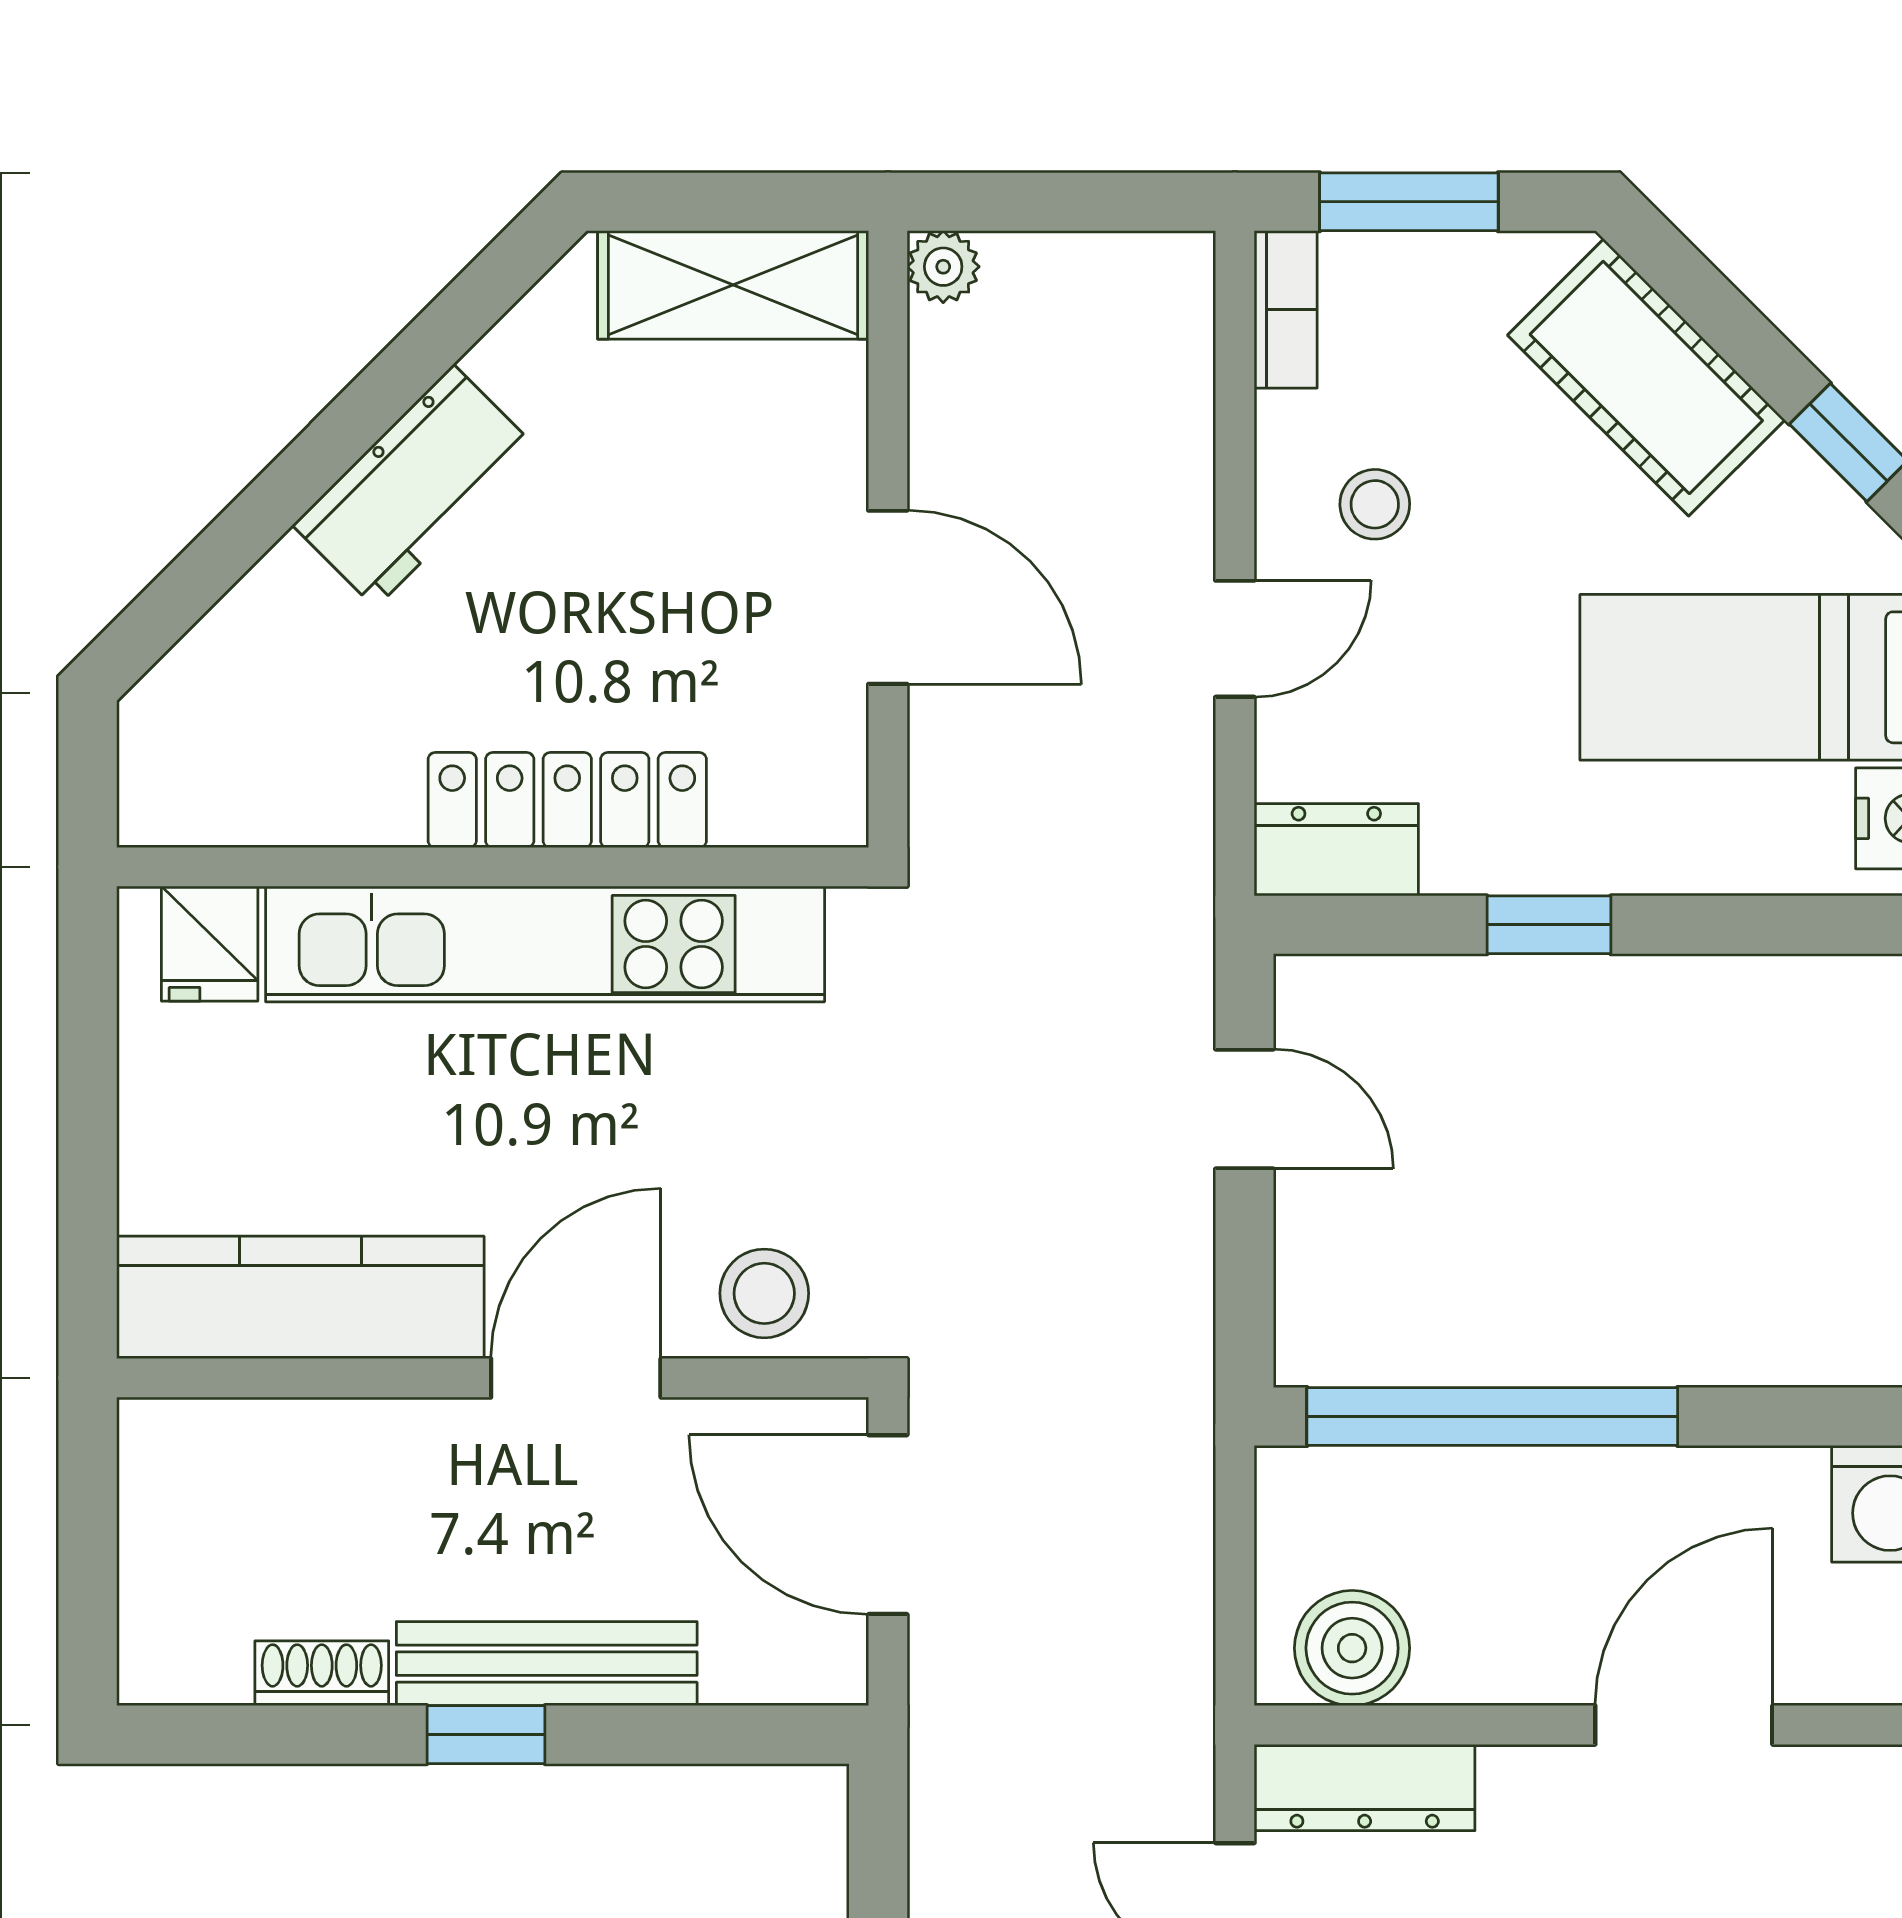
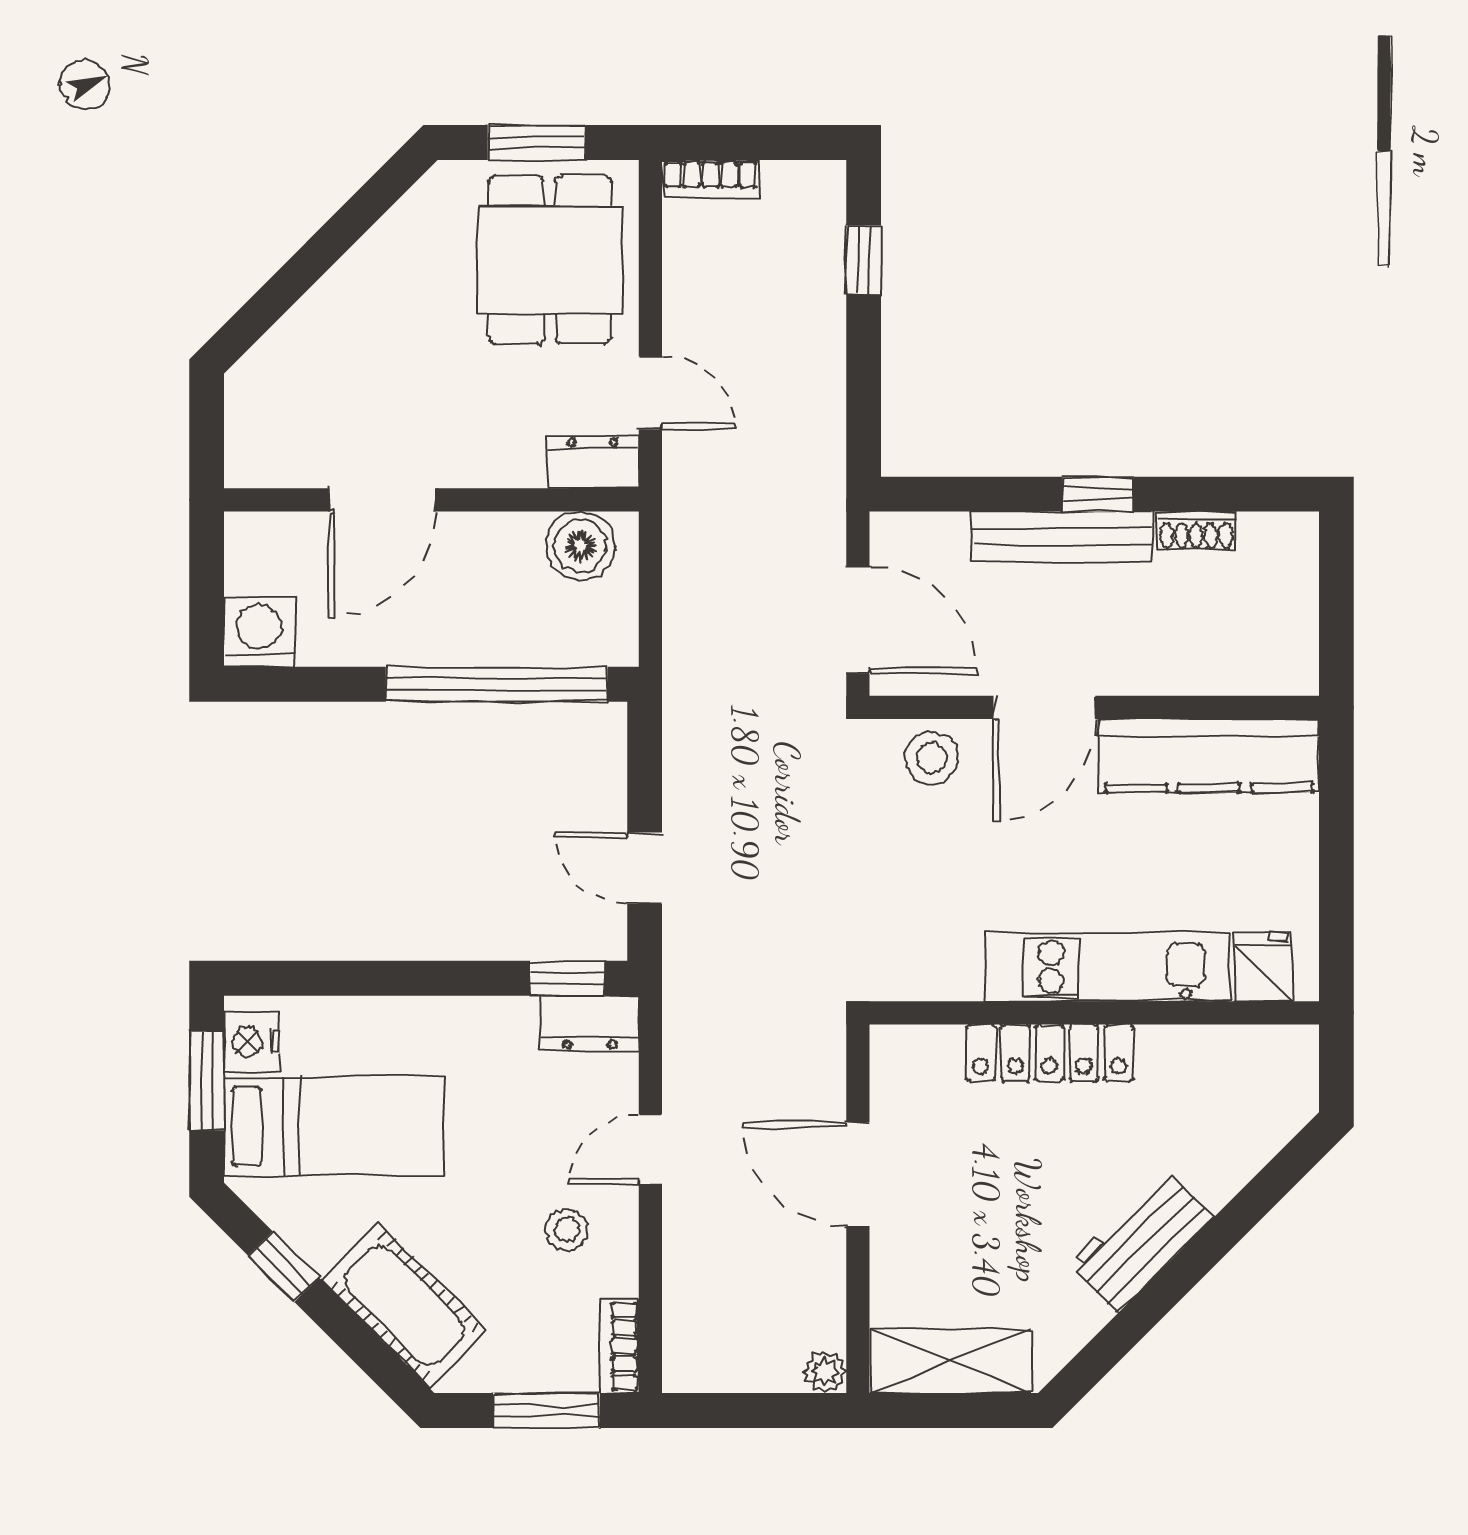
window: (1549, 925) -> (567, 978), moved
kitchen unit: (545, 944) -> (1107, 967), width x0.73
dresser: (1365, 1788) -> (593, 462), width x0.70

